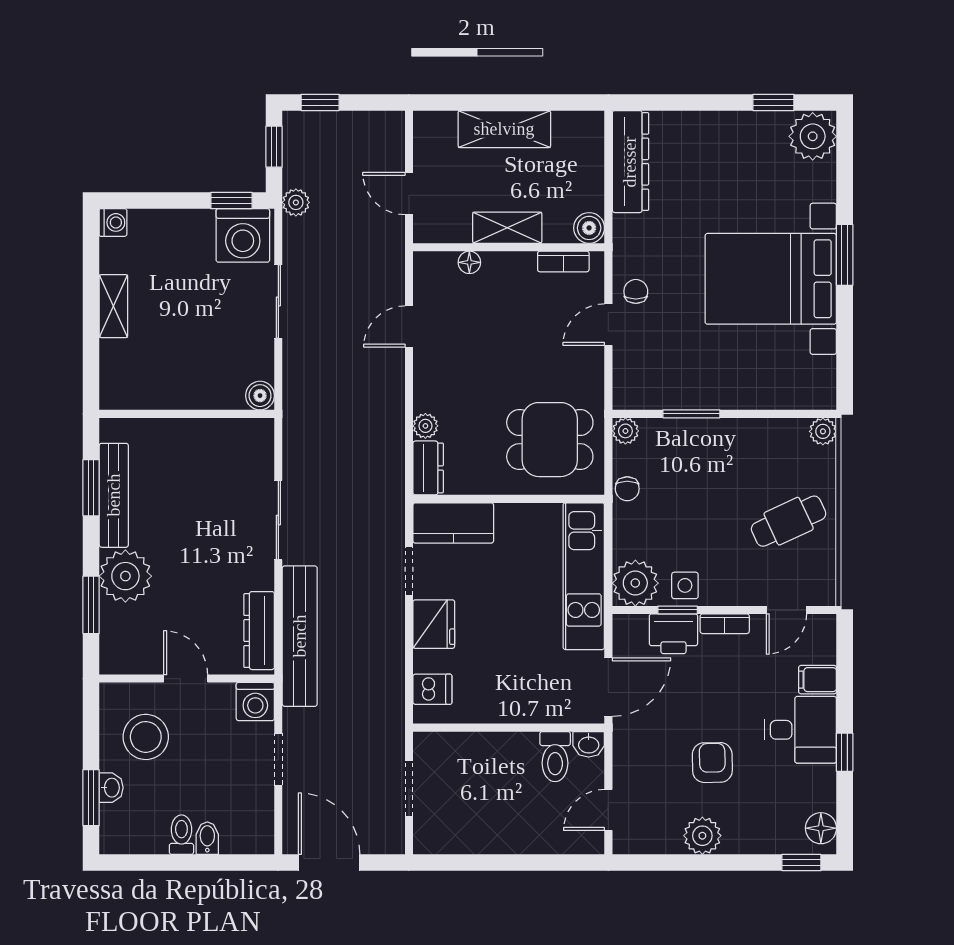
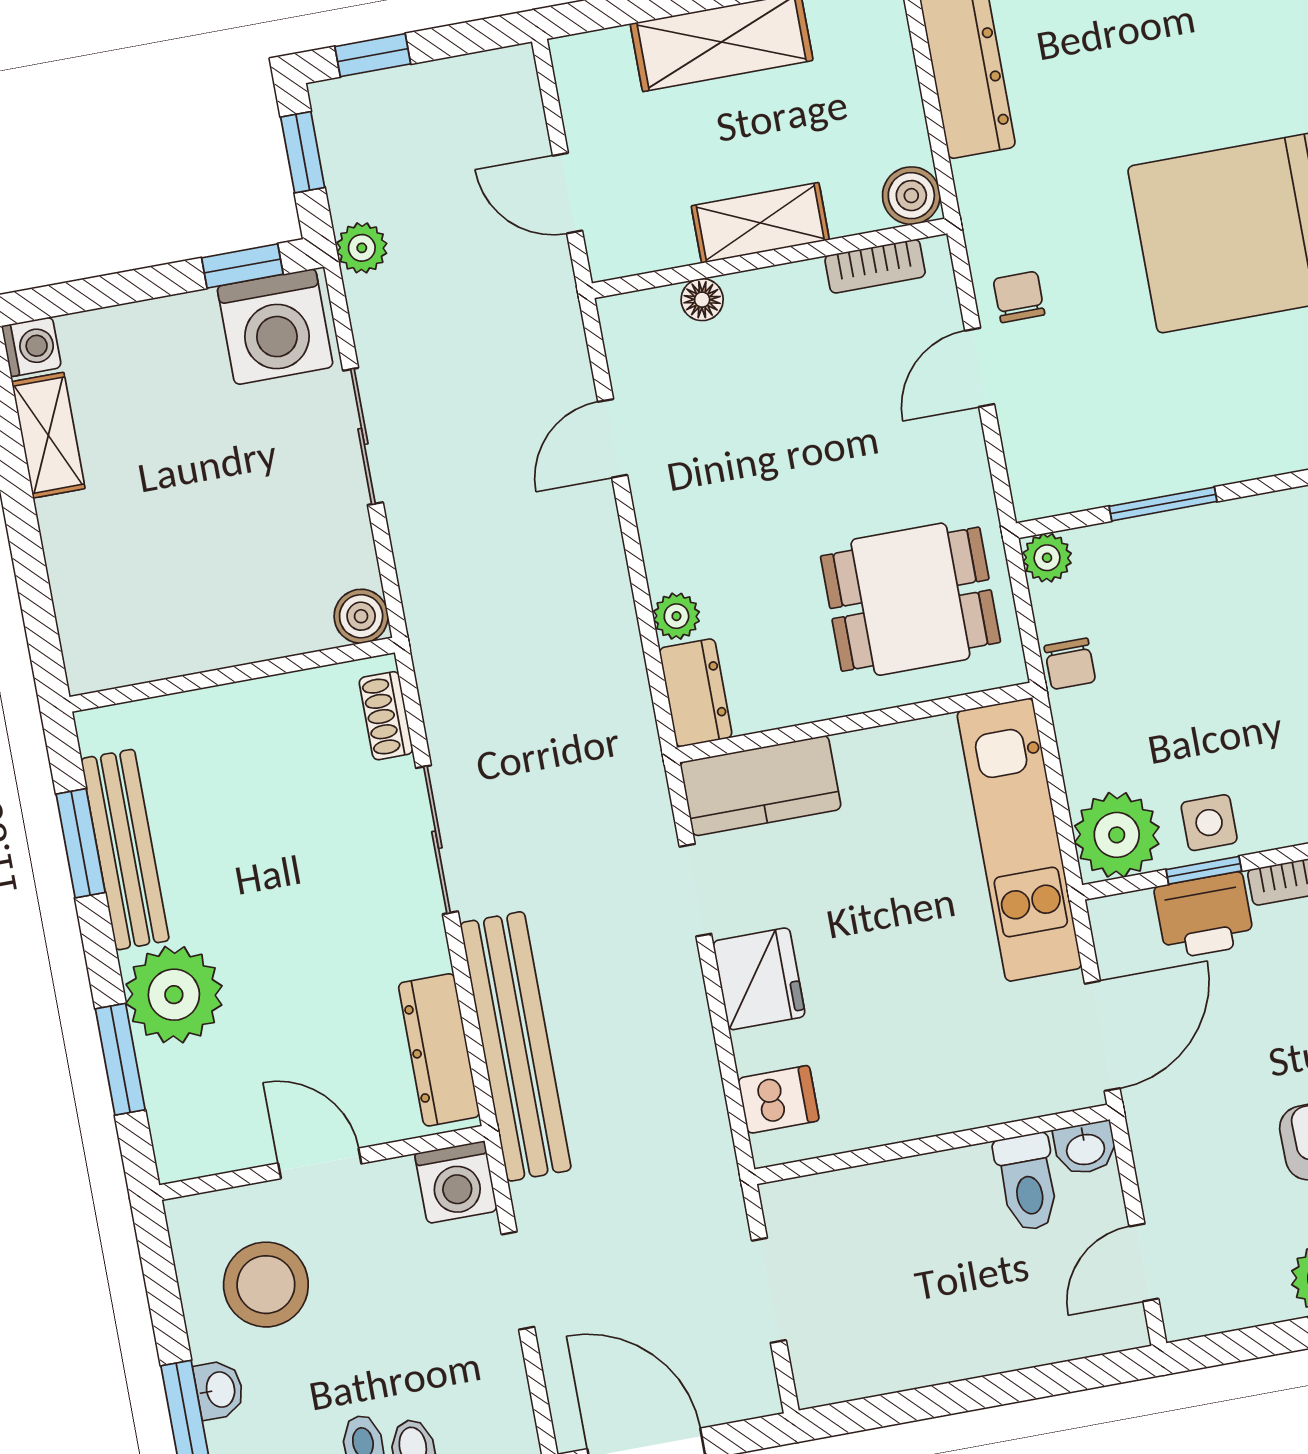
shelving: (113, 306) -> (48, 435), moved
shoe rack: (264, 450) -> (386, 716), added

